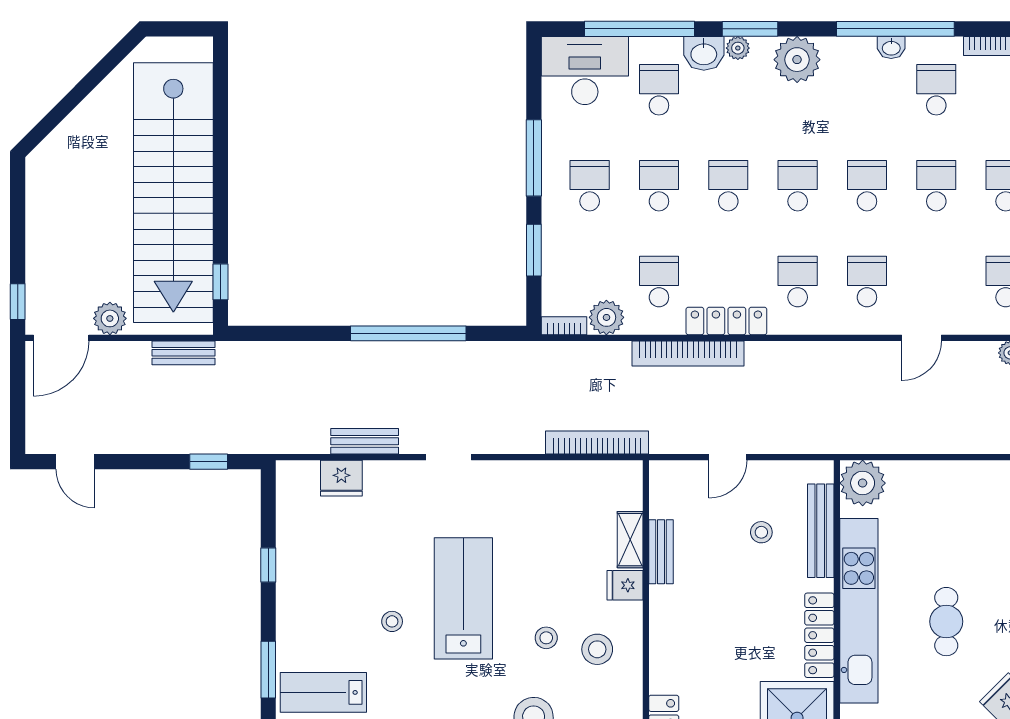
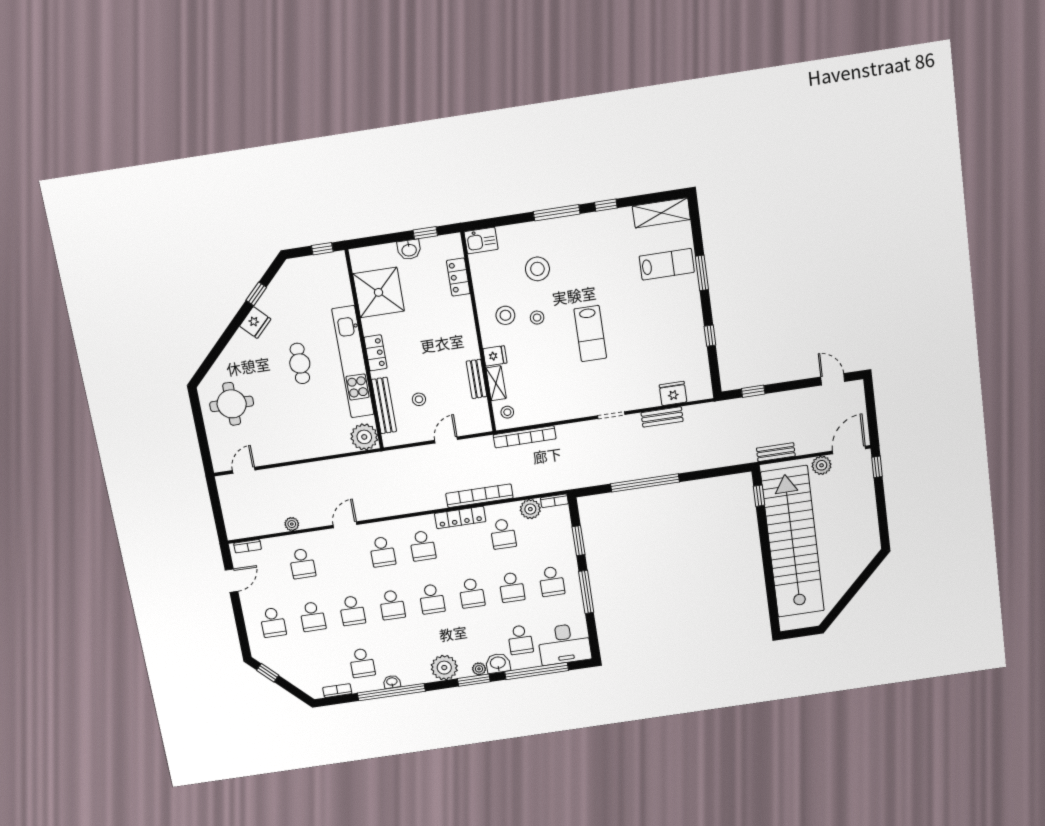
lab bench: (463, 598) -> (590, 334), width x0.73, depth x0.72
stool: (392, 621) -> (507, 412), moved
locker: (819, 635) -> (375, 353), width x0.66

